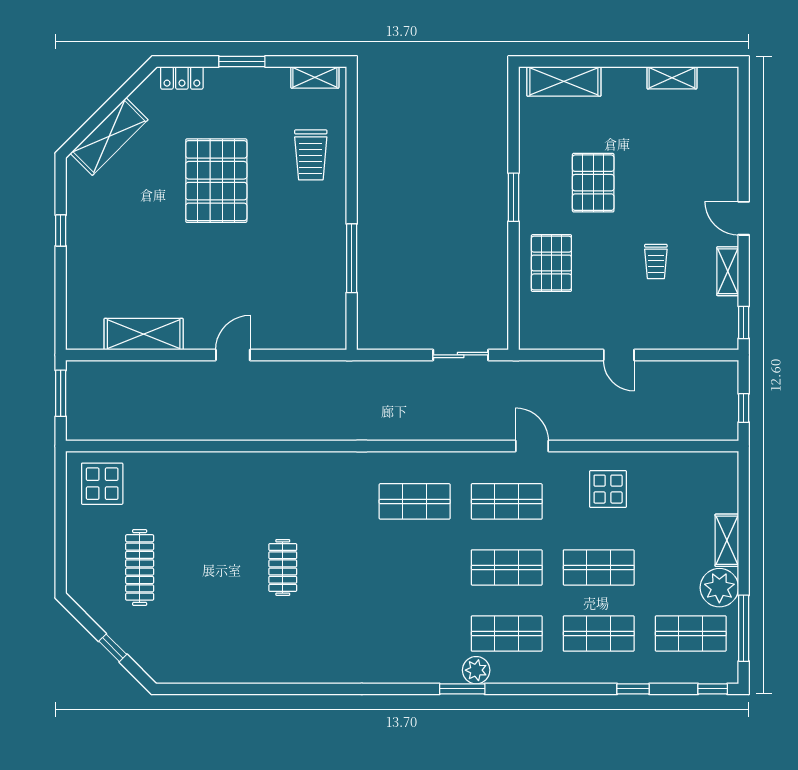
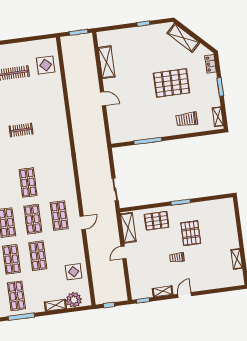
shelving: (564, 81) -> (128, 228), moved
pallet: (593, 183) -> (191, 233), turned 90
trolley: (656, 261) -> (177, 257), moved
display table: (102, 484) -> (46, 65), moved
display table: (608, 489) -> (74, 272), moved
shop shelf: (415, 501) -> (28, 182), moved
plant: (719, 588) -> (74, 300), moved

